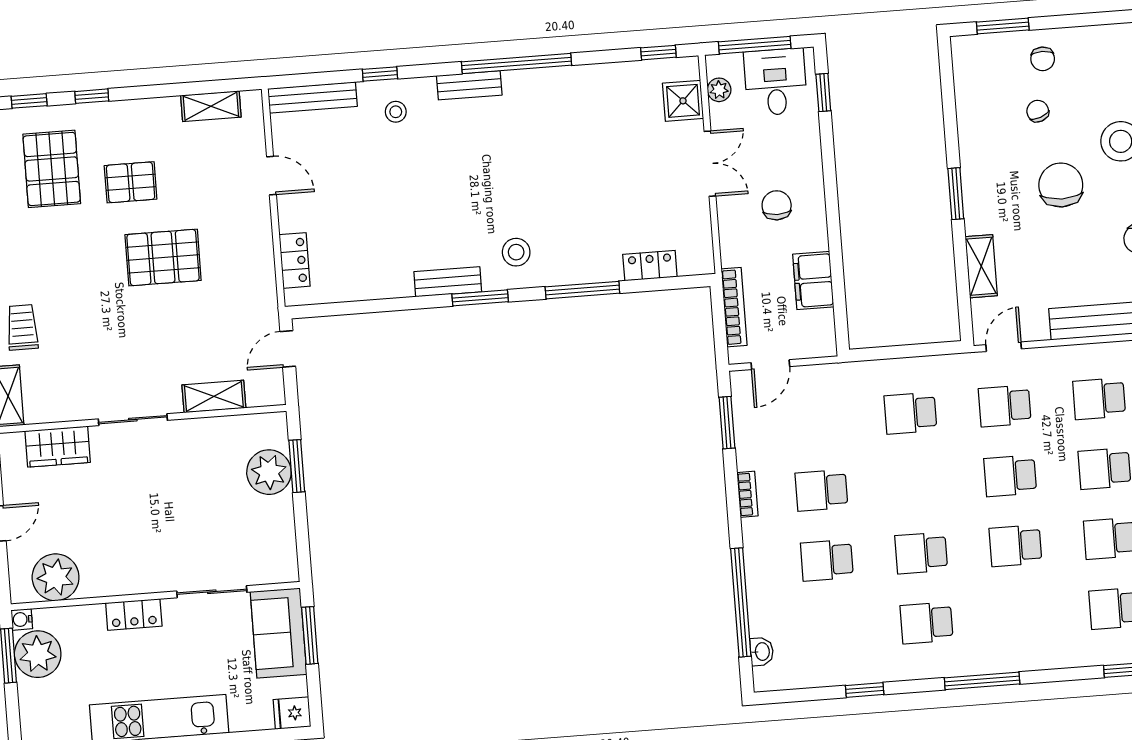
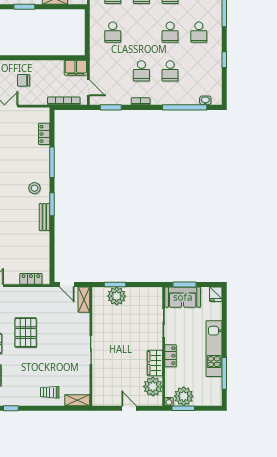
filing cabinet: (813, 281) -> (76, 68), moved
shelving: (214, 396) -> (84, 300), moved
wardrobe: (58, 447) -> (155, 363), moved, turned 180

